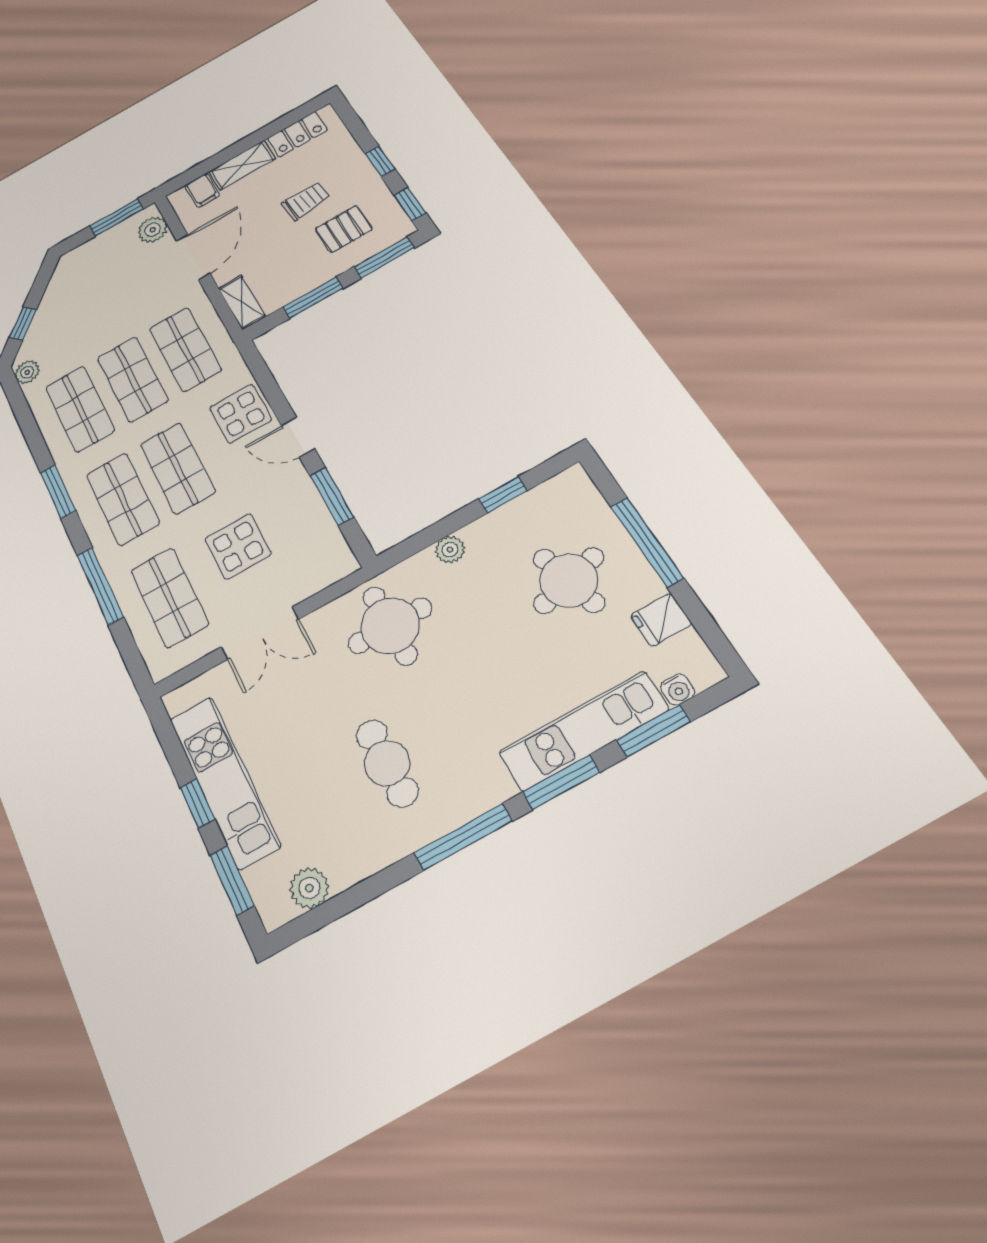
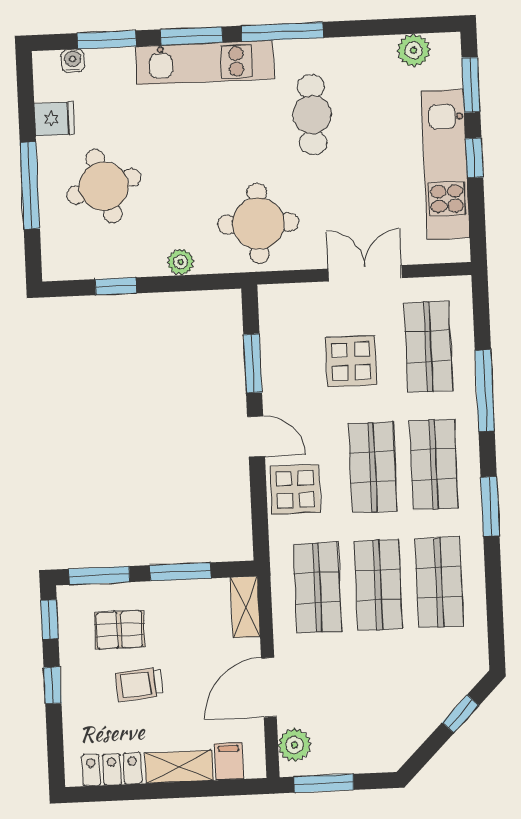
plant: (27, 372) -> (475, 654), removed
kitchen unit: (584, 731) -> (205, 63), moved

